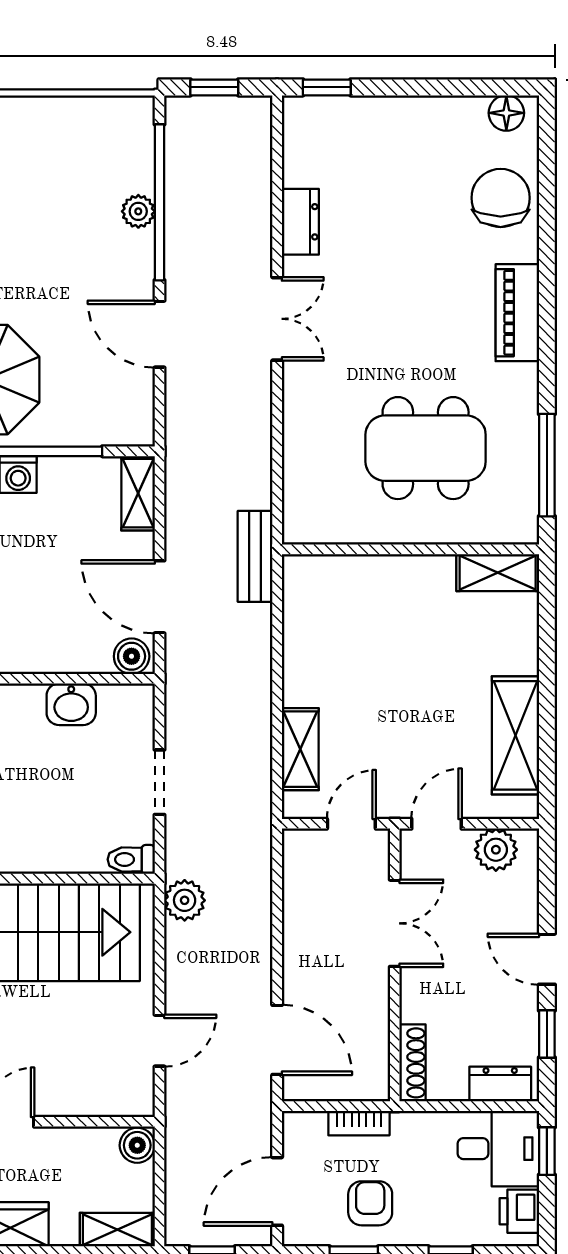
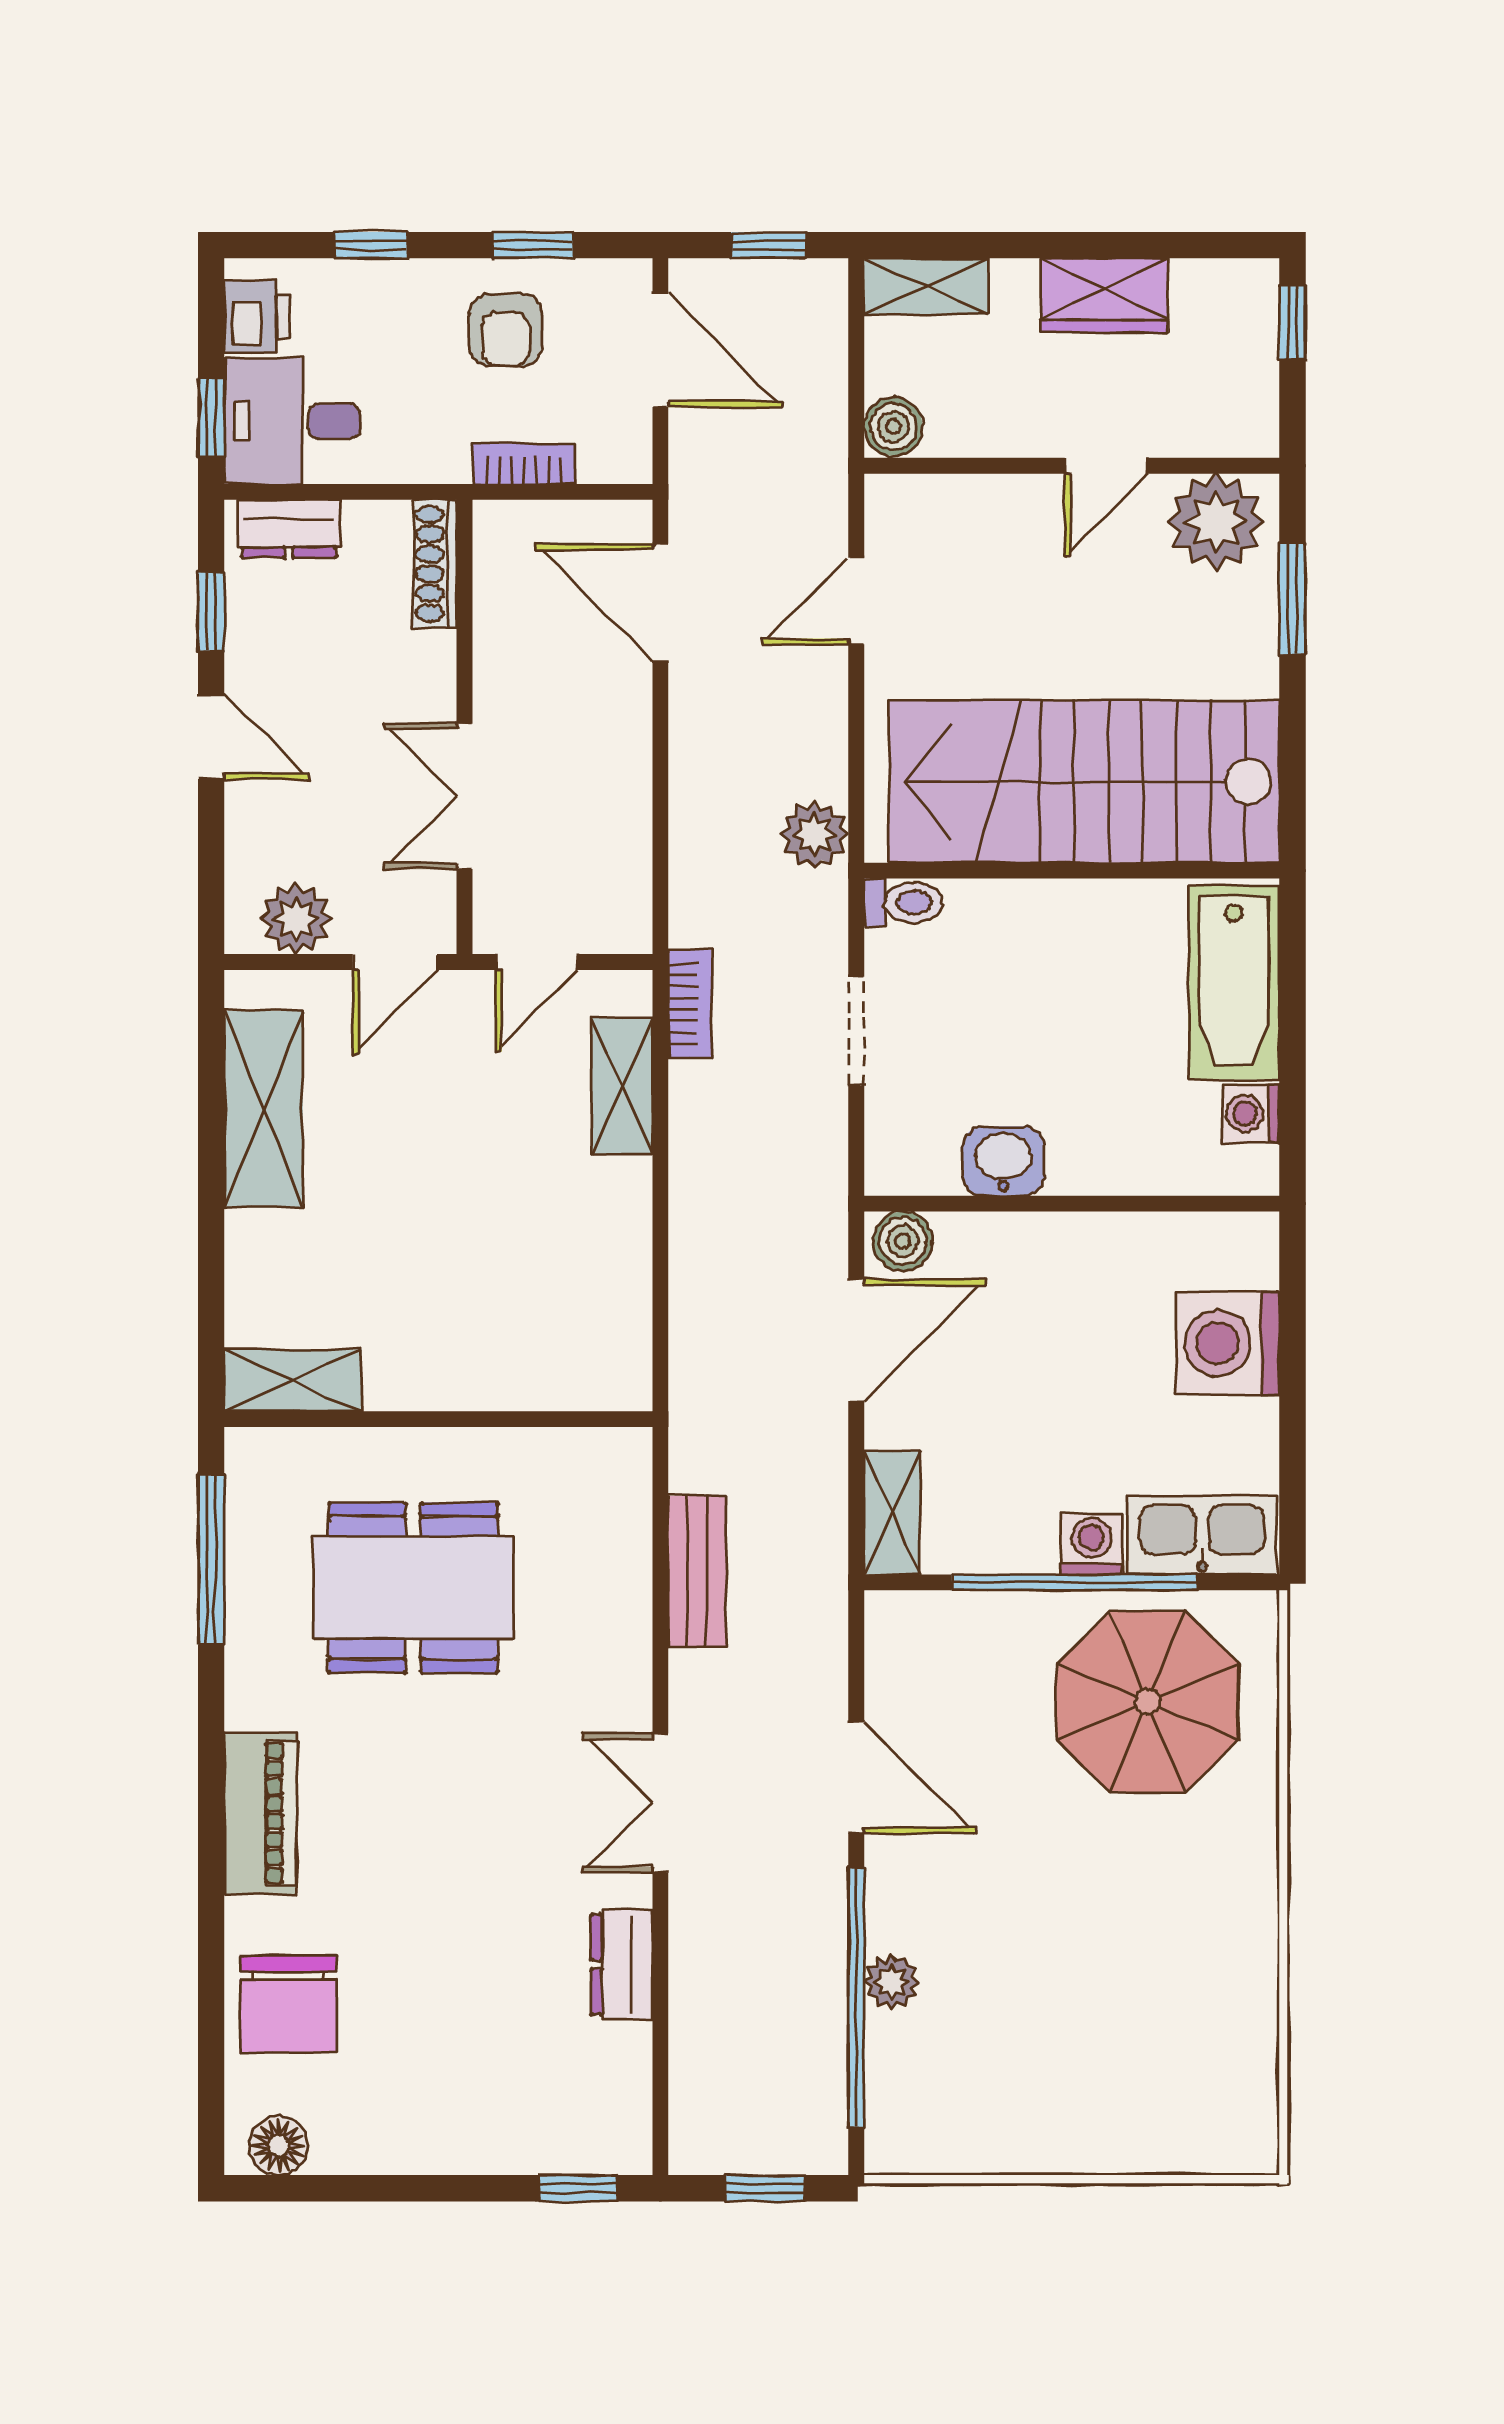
bench: (255, 556) -> (697, 1571), moved
door: (159, 597) -> (856, 1340), hinge flipped
bookcase: (259, 799) -> (690, 1004), added
door: (277, 1191) -> (660, 350), hinge flipped

